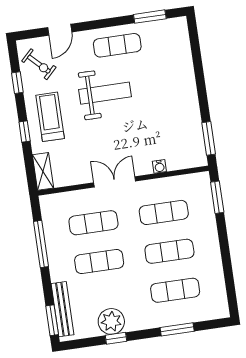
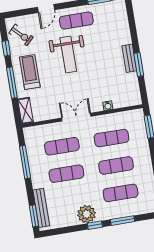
door: (60, 30) -> (46, 9), moved
weight bench: (105, 93) -> (68, 54), turned 90
bench: (191, 100) -> (129, 58), added
window: (25, 131) -> (12, 83), width x2.17
window: (209, 138) -> (139, 64), moved
plant: (111, 321) -> (87, 214), moved
window: (116, 338) -> (95, 225), moved

